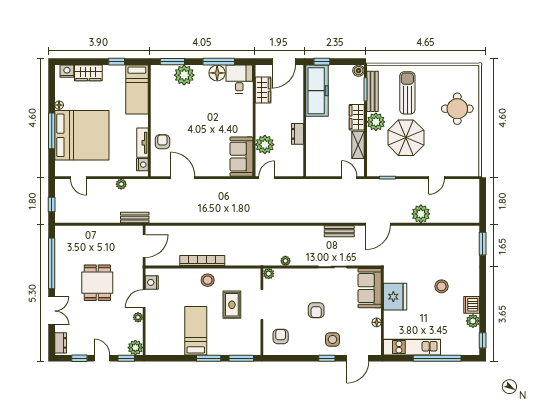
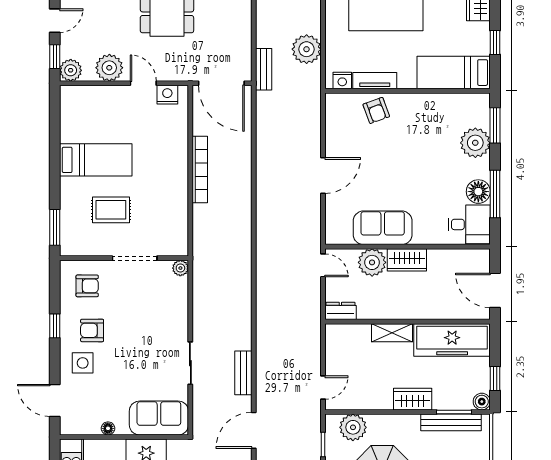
window: (322, 62) -> (495, 379), moved
wardrobe: (263, 90) -> (407, 260), moved
plant: (376, 122) -> (353, 427), moved
dresser: (297, 134) -> (340, 311), moved
armchair: (162, 142) -> (376, 110), turned 70
shelving: (358, 145) -> (392, 333), moved
sofa: (241, 157) -> (383, 228), moved
door: (183, 178) -> (323, 175), moved
plant: (121, 184) -> (307, 49), width x1.88, depth x1.88
door: (378, 224) -> (254, 430), hinge flipped
door: (144, 246) -> (221, 83), width x1.36
plant: (285, 261) -> (199, 293), removed
stool: (208, 280) -> (171, 177), removed
rug: (232, 305) -> (111, 210), moved
armchair: (316, 310) -> (92, 330), moved
plant: (138, 317) -> (109, 68), width x1.88, depth x1.88
window: (209, 358) -> (55, 179), removed
window: (327, 358) -> (55, 326), moved

